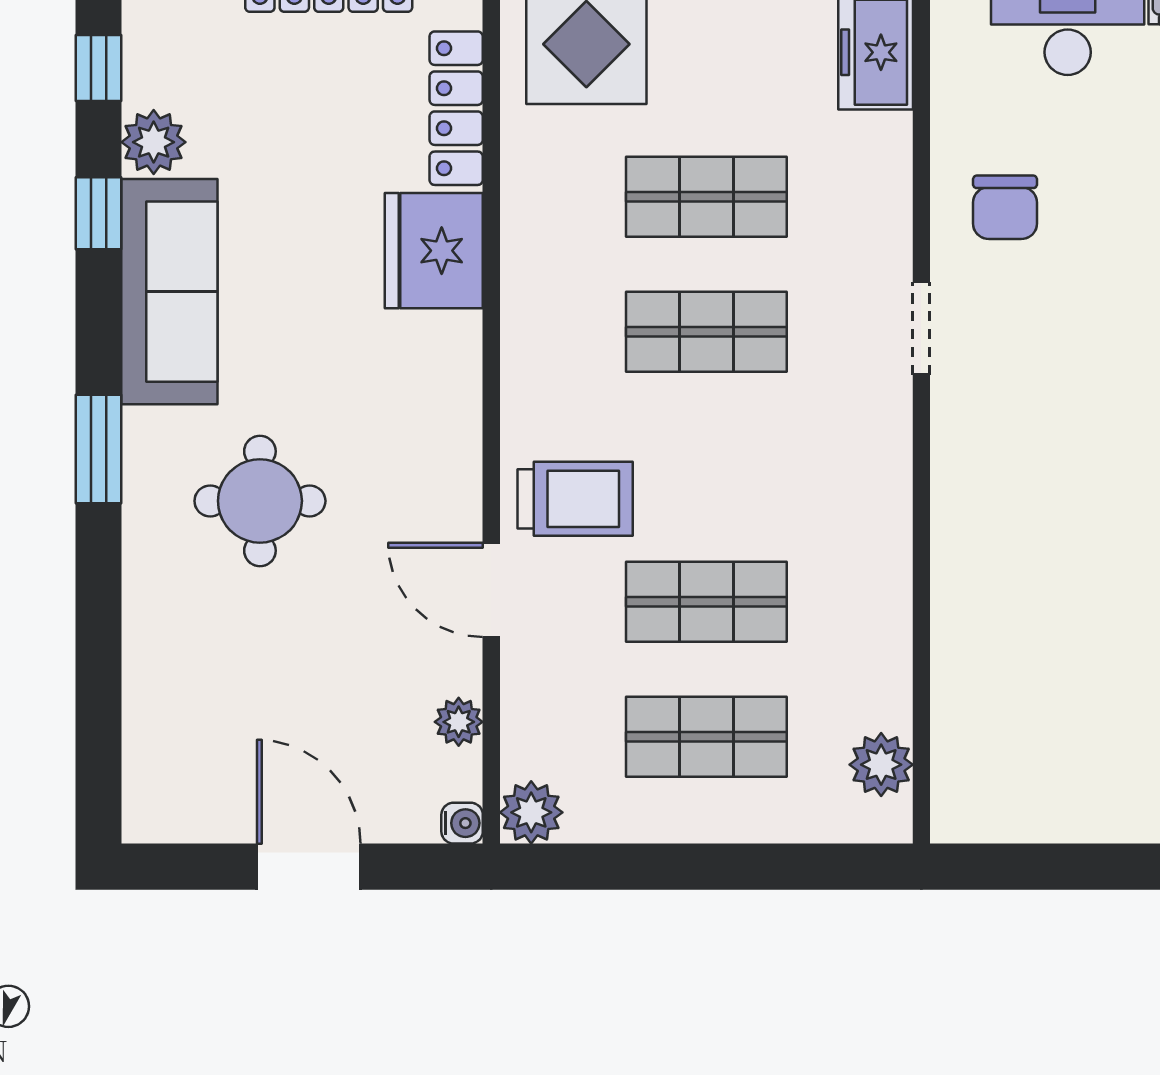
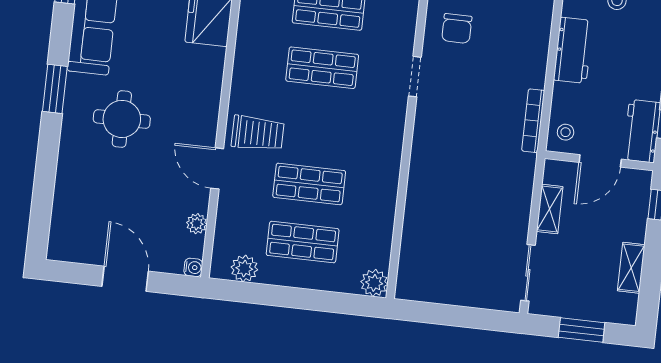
plant: (881, 765) -> (374, 283), moved
plant: (531, 812) -> (244, 268), moved

